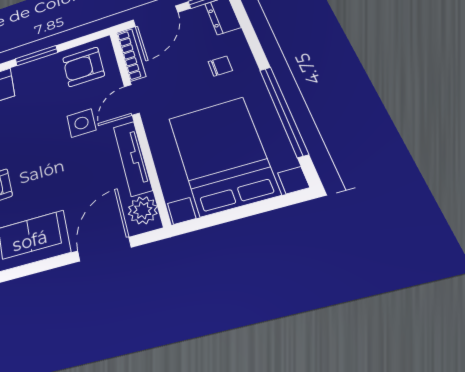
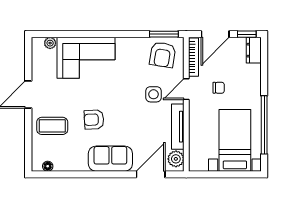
window: (36, 56) -> (164, 34), moved
chair: (220, 66) -> (219, 88), moved
armchair: (83, 67) -> (163, 55), turned -81
bed with nightstands: (222, 155) -> (235, 140), width x0.73

